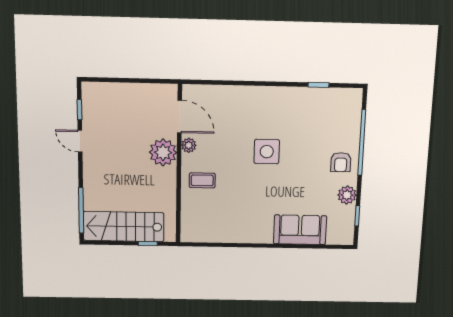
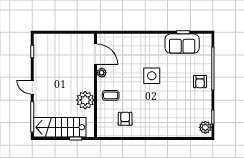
door: (80, 141) -> (32, 87), moved
plant: (163, 152) -> (85, 100), moved
plant: (347, 195) -> (205, 127), moved
armchair: (224, 216) -> (125, 119), added
sofa: (300, 230) -> (182, 44), moved, turned 180

